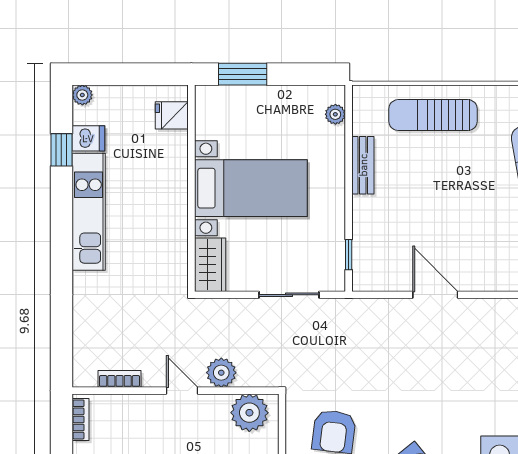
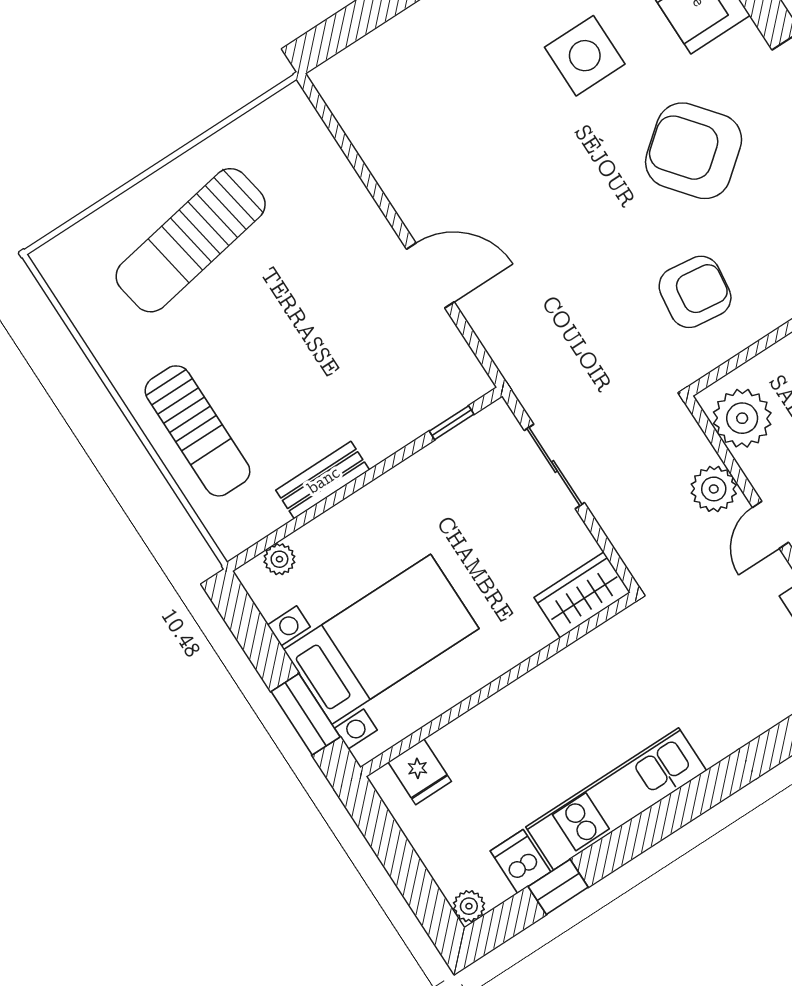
bed with nightstands: (251, 188) -> (381, 639), moved, turned 90
door: (435, 295) -> (430, 276), swing flipped

